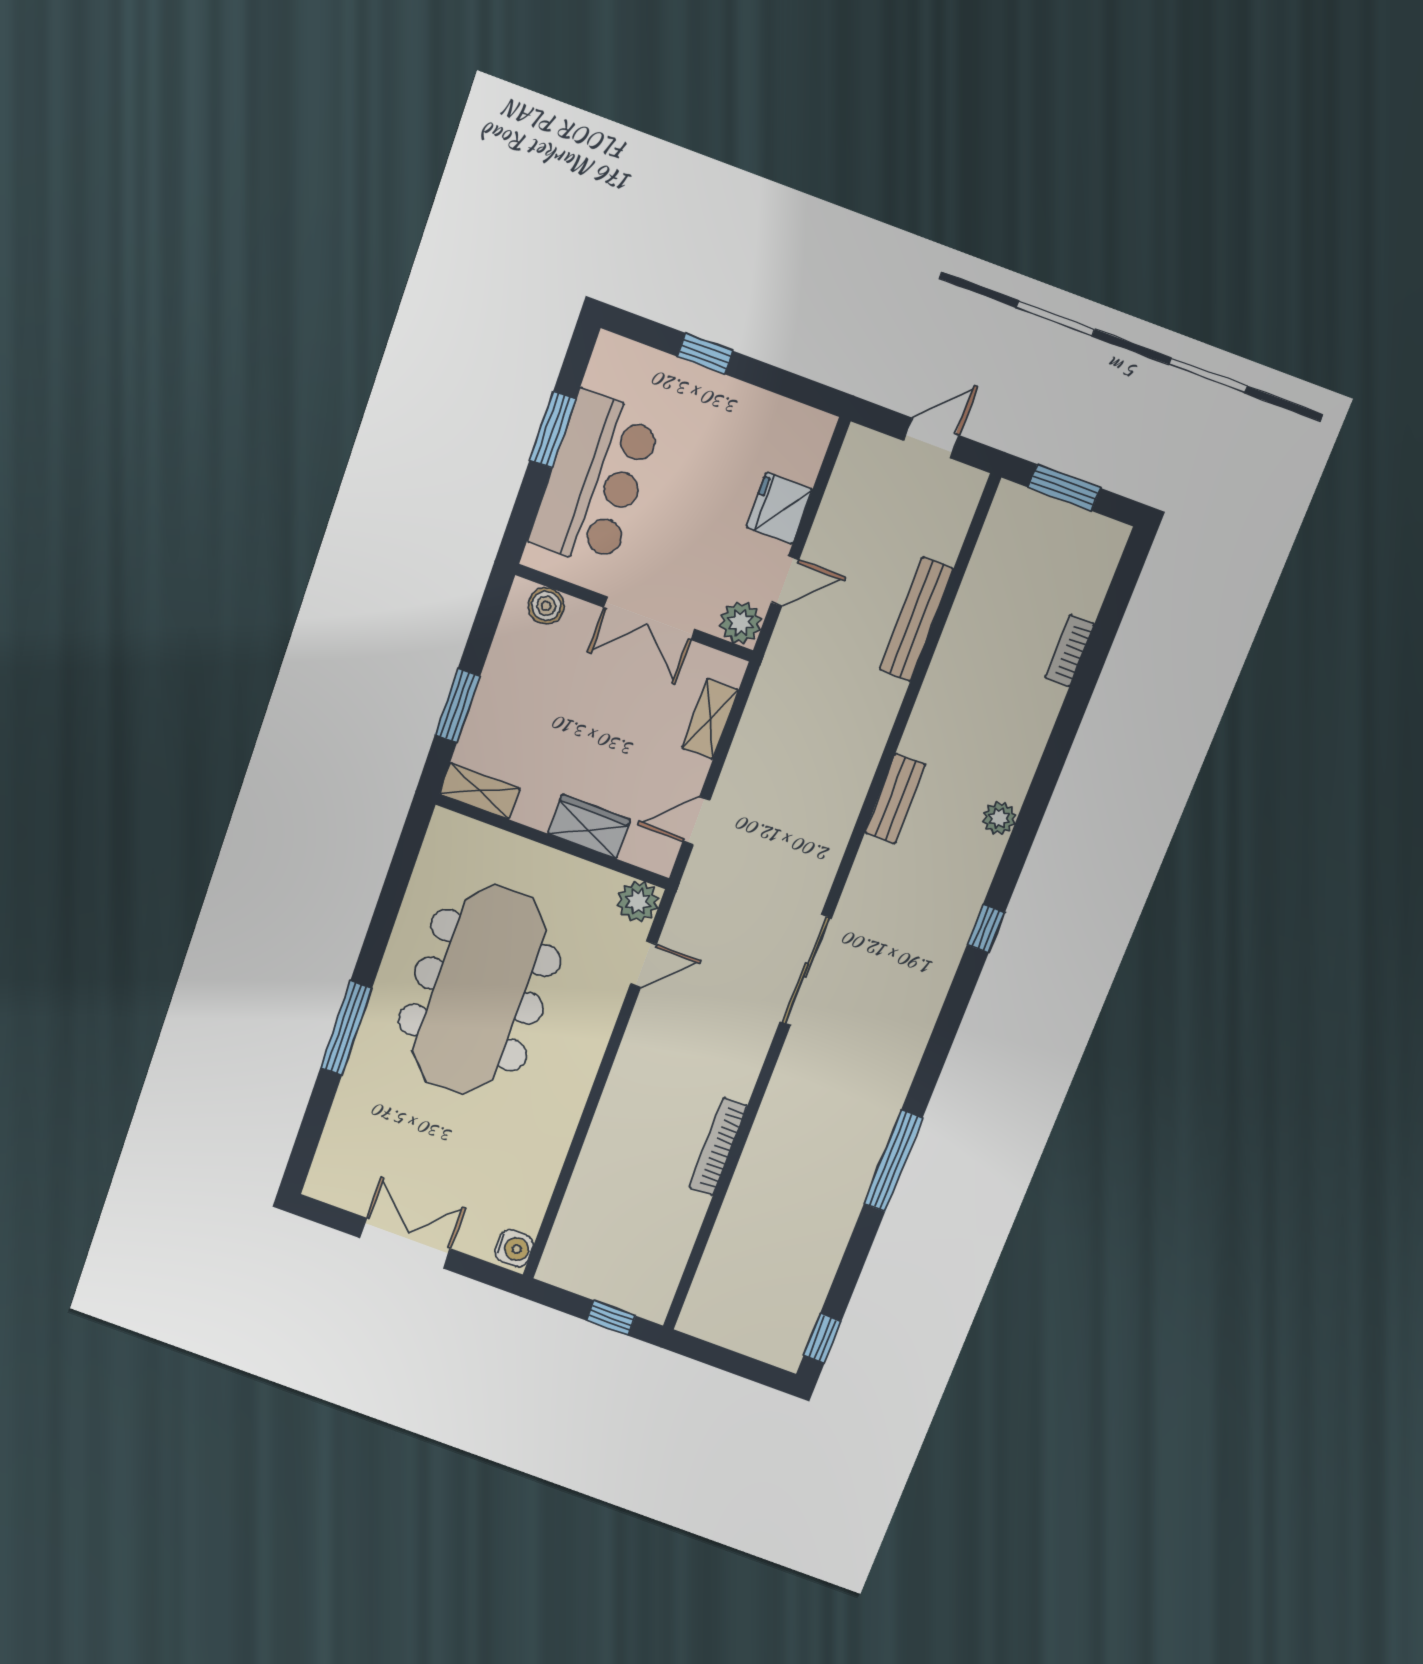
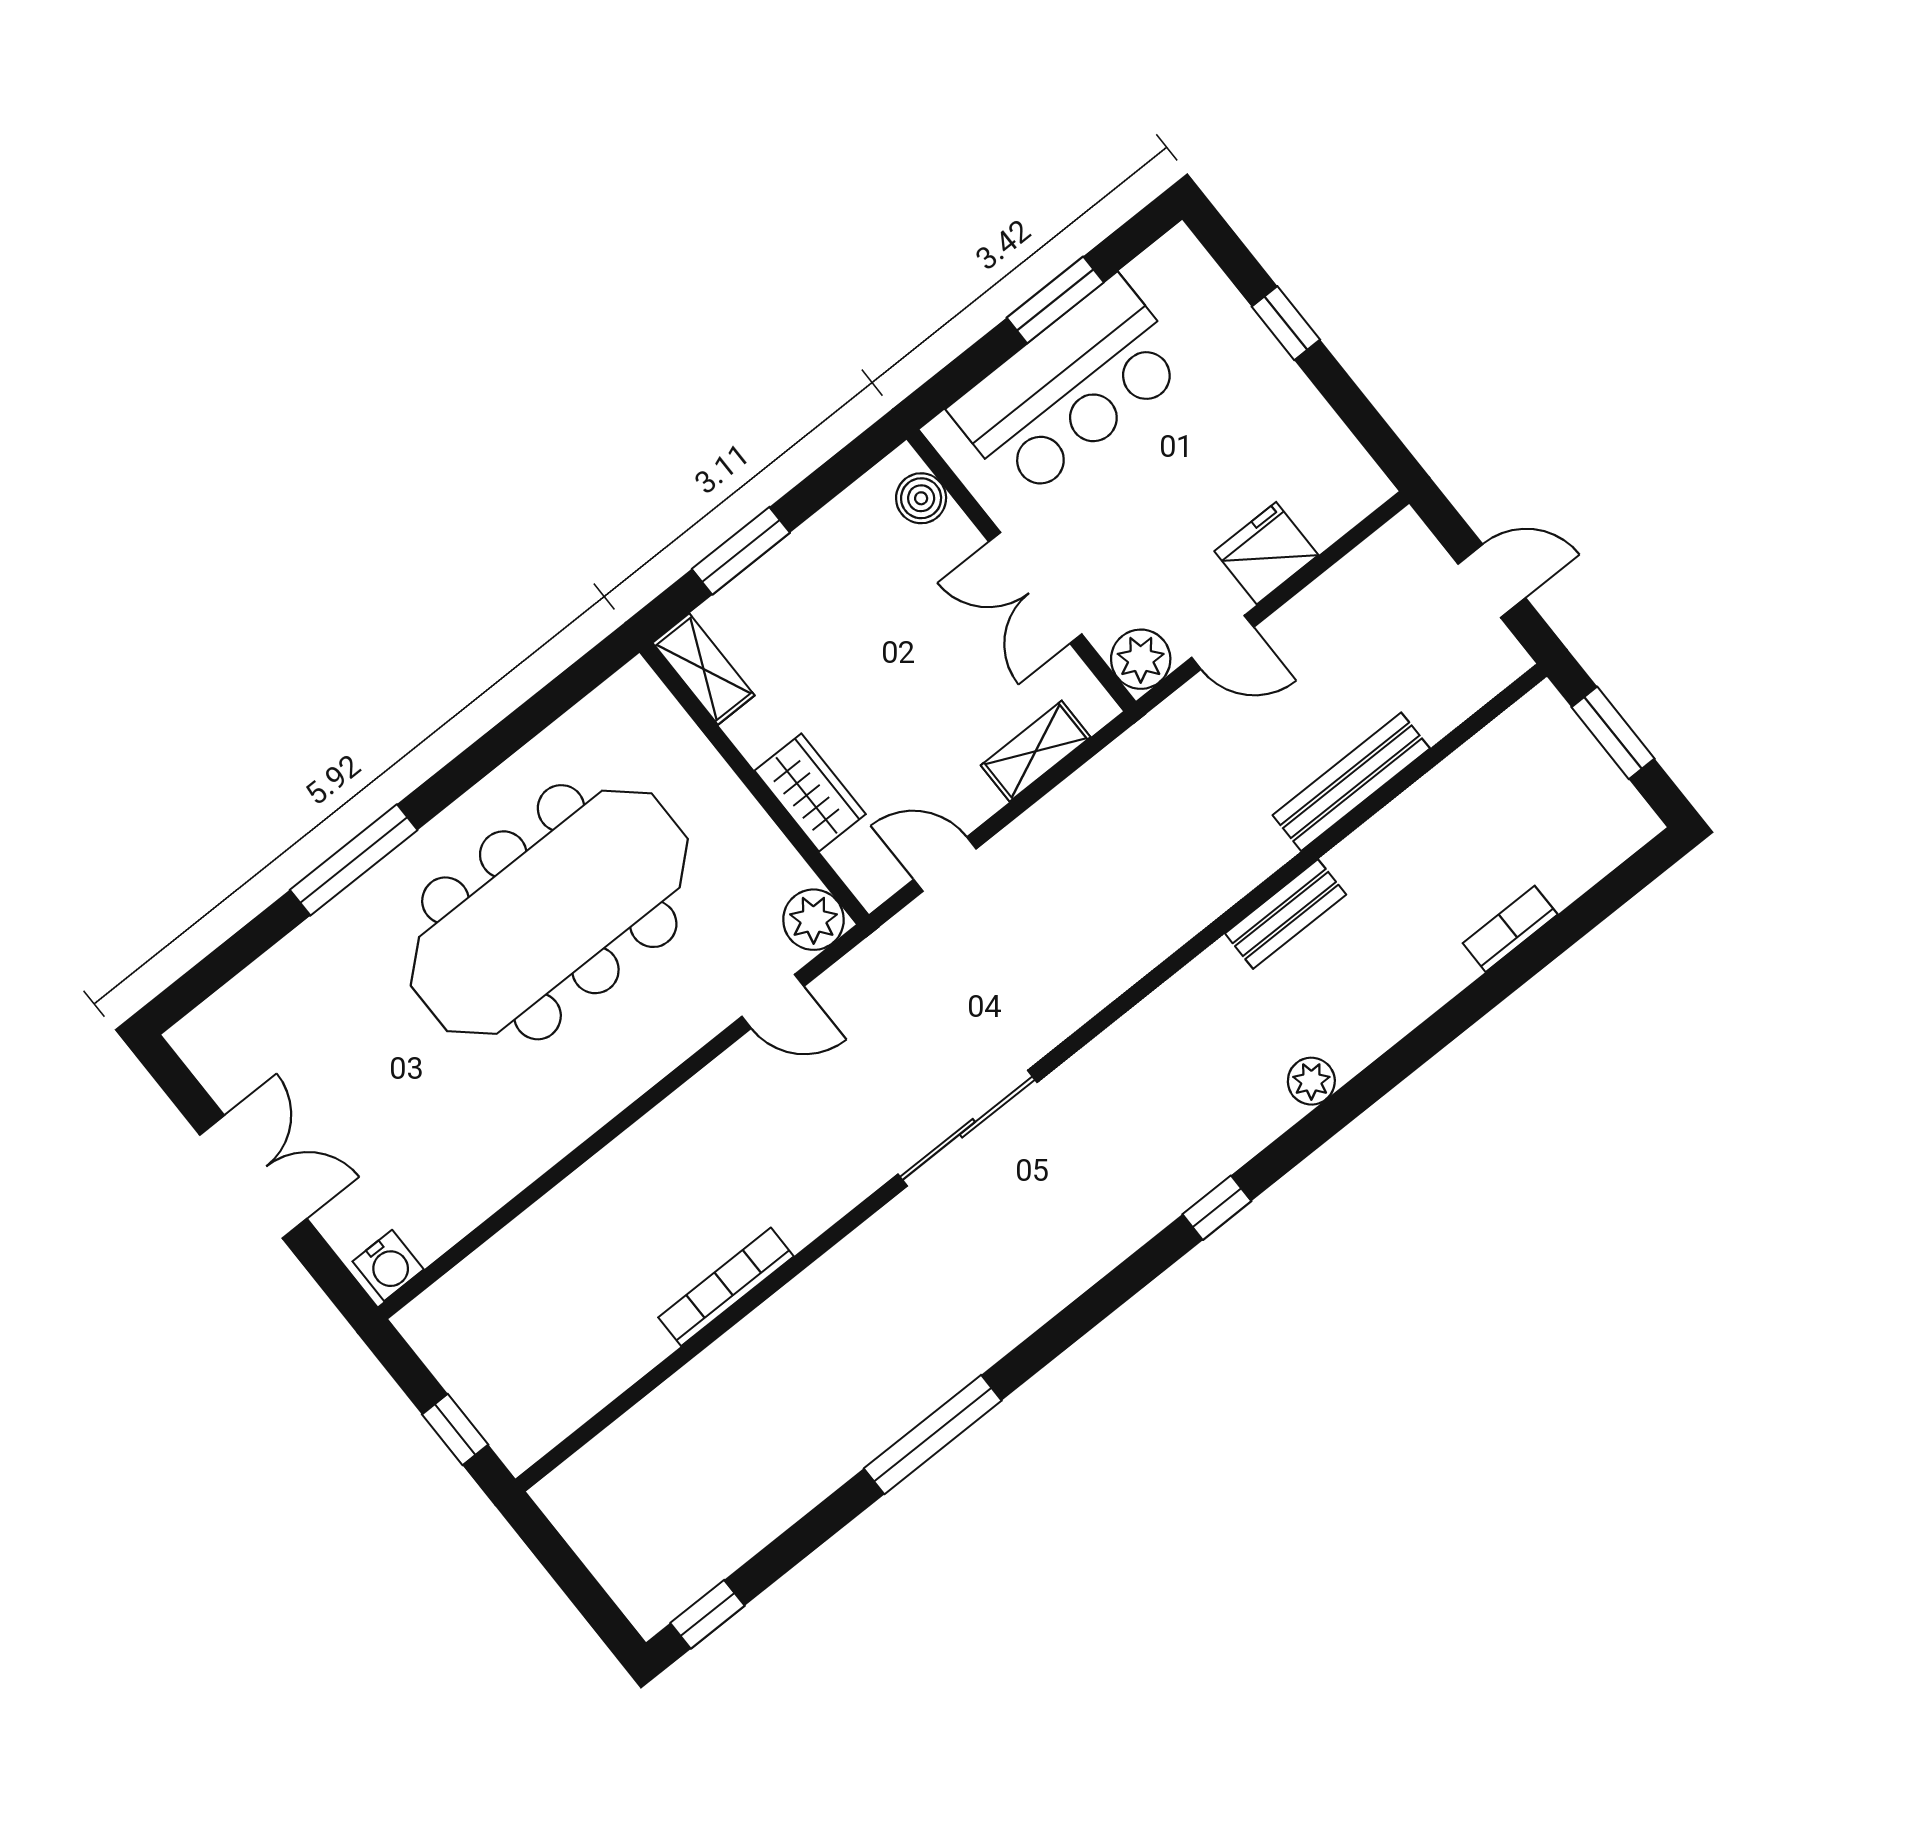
bench: (895, 799) -> (1286, 914), moved

